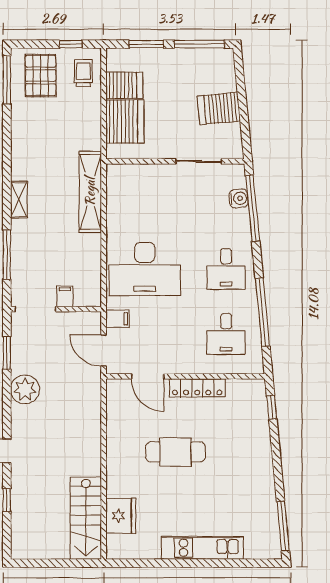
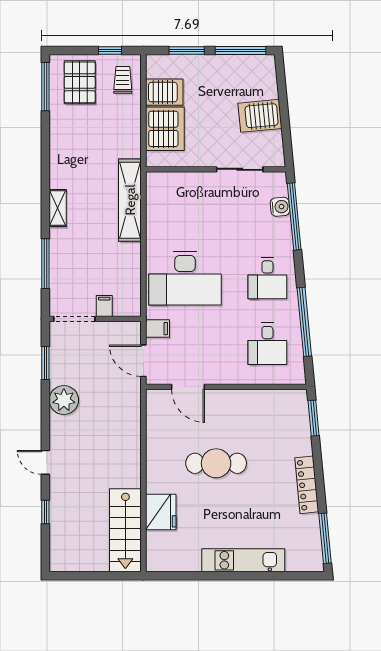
locker: (197, 388) -> (307, 485), moved, turned 85
window: (272, 407) -> (314, 418), width x1.50
fridge: (121, 516) -> (161, 512), moved

